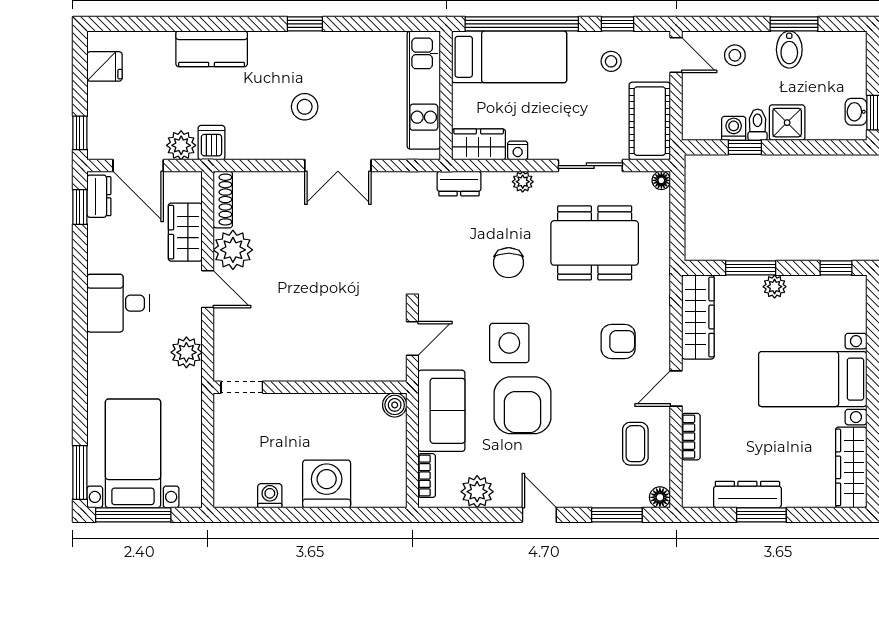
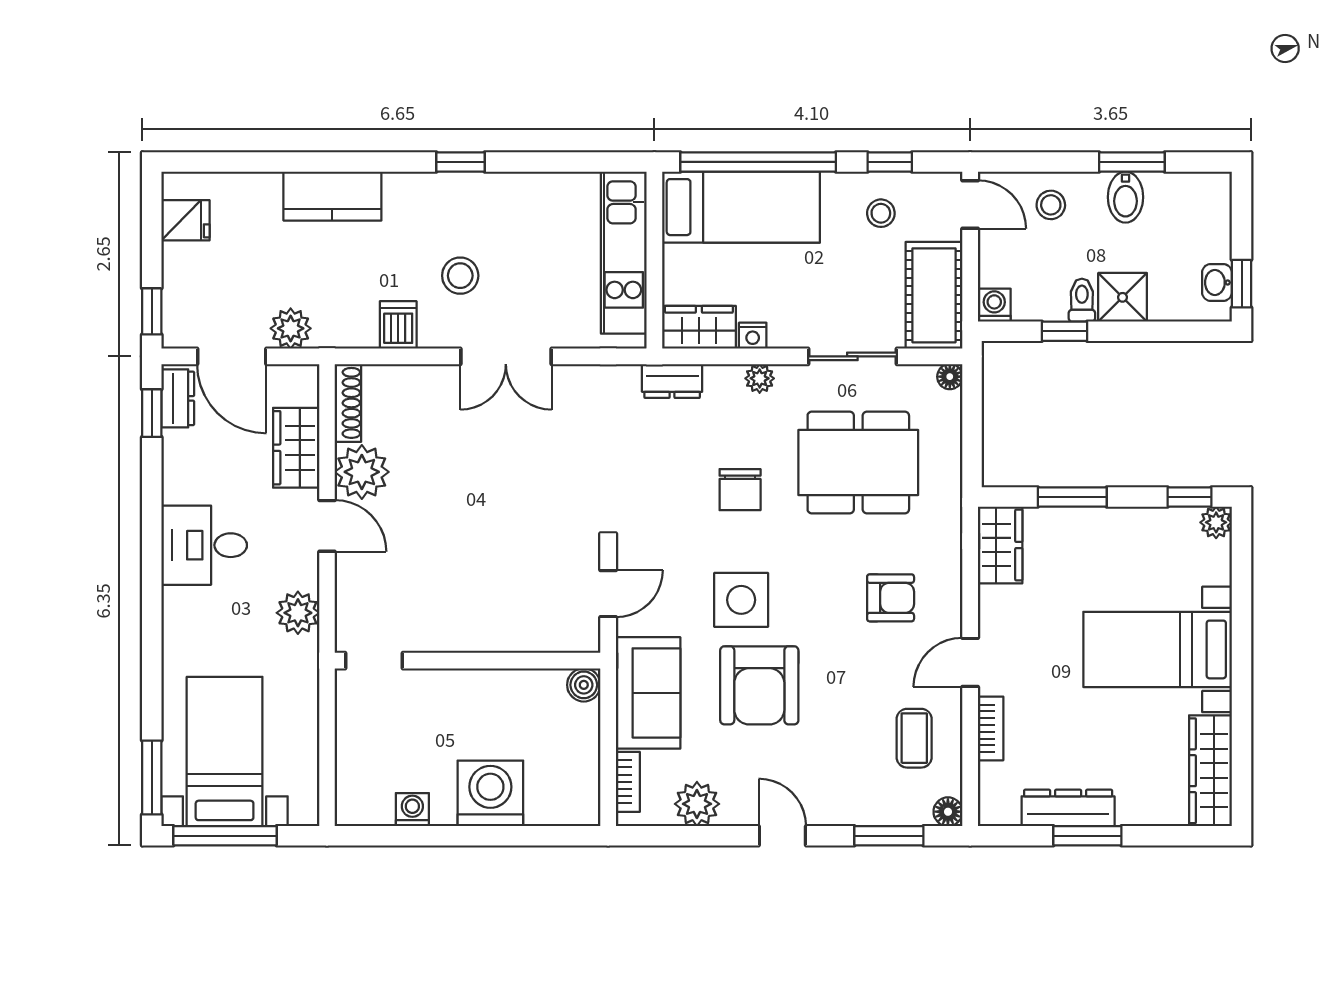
washing machine: (734, 128) -> (994, 305), moved
dishwasher: (211, 143) -> (398, 325), moved
plant: (775, 287) -> (1216, 522), moved
wardrobe: (698, 317) -> (1000, 545), width x0.67

